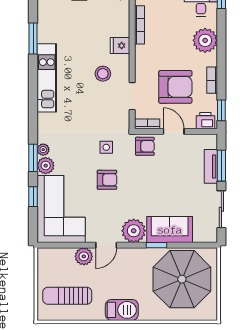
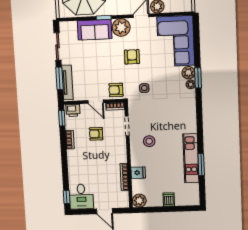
plant: (205, 40) -> (77, 168), removed
fridge: (120, 46) -> (138, 173), moved
kitchen unit: (47, 78) -> (191, 158), moved
armchair: (175, 87) -> (96, 134), width x0.53, depth x0.53
tv unit: (211, 166) -> (67, 82), width x1.41
armchair: (107, 180) -> (132, 57), moved, turned 90
window: (33, 197) -> (197, 49), removed

